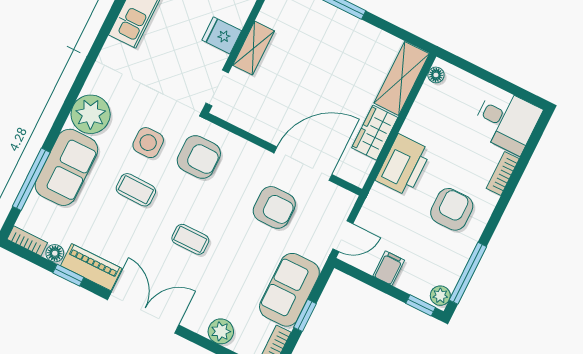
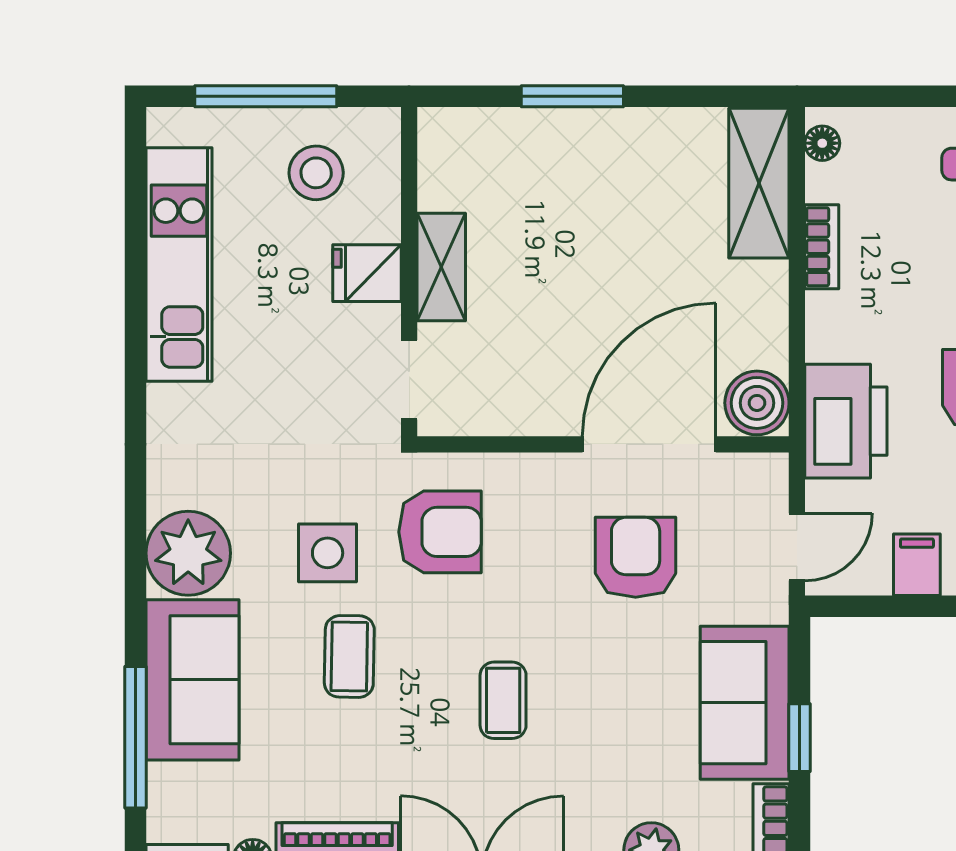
bookcase: (415, 118) -> (822, 247), added
wardrobe: (375, 133) -> (759, 315), removed
printer: (403, 165) -> (846, 421), moved
boiler: (356, 169) -> (757, 403), added
coffee table: (136, 190) -> (349, 656), turned 90
armchair: (274, 207) -> (636, 557), turned -90
coffee table: (190, 239) -> (503, 700), turned 90

